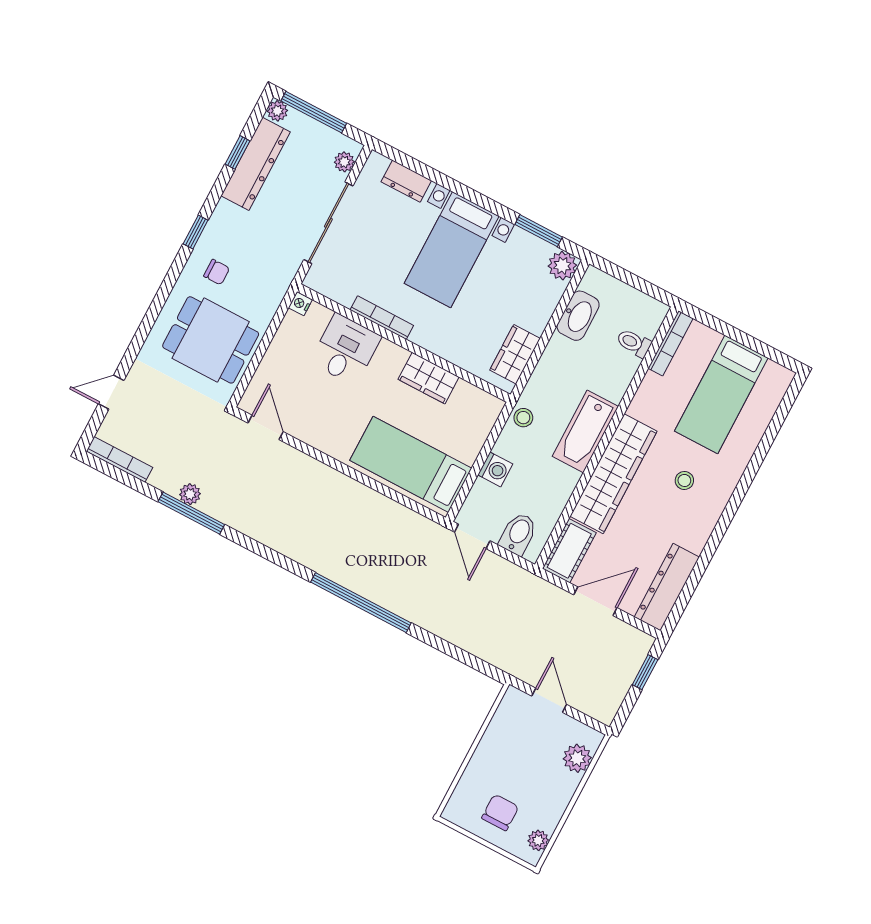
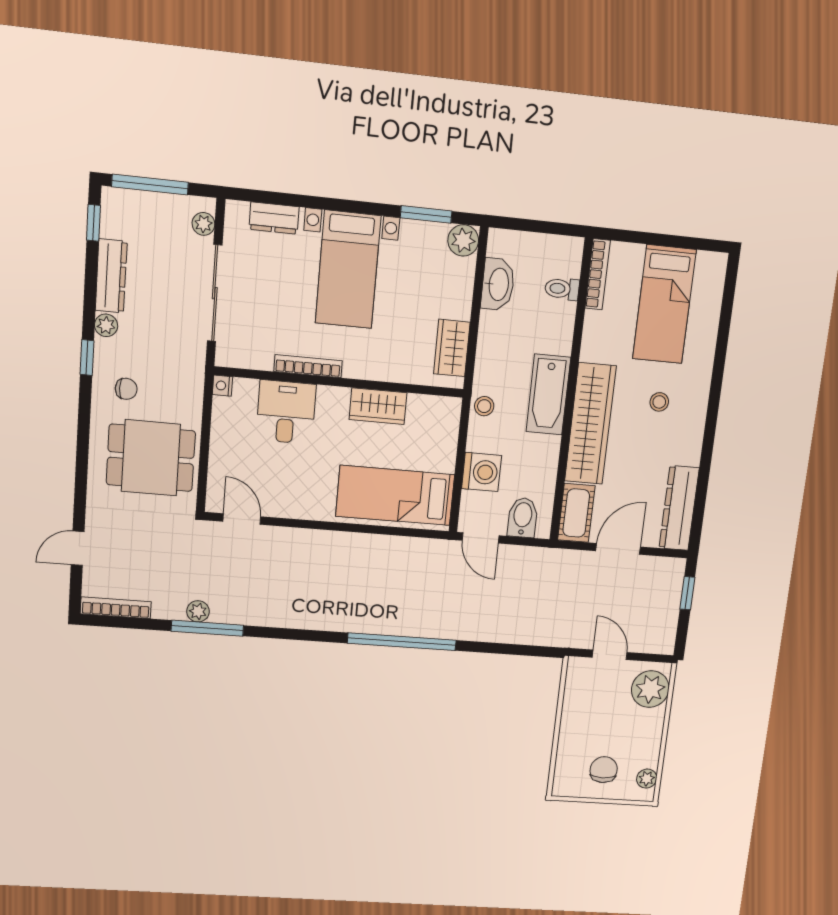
plant: (277, 111) -> (106, 325), moved
window: (238, 152) -> (93, 223), moved
dresser: (256, 164) -> (111, 276), width x0.73, depth x0.80
washing machine: (495, 469) -> (482, 472), width x1.38, depth x1.38
plant: (577, 758) -> (650, 689), width x1.36, depth x1.36

